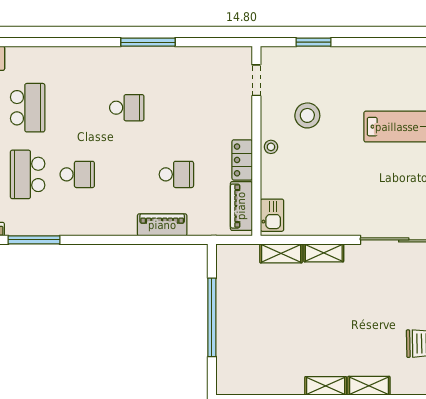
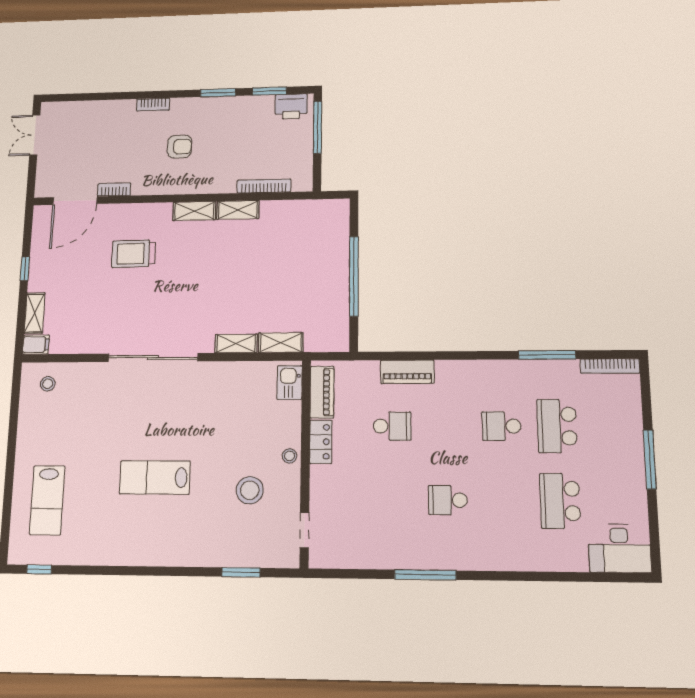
school desk: (28, 174) -> (557, 426), turned 180
school desk: (176, 174) -> (392, 426), turned 180

